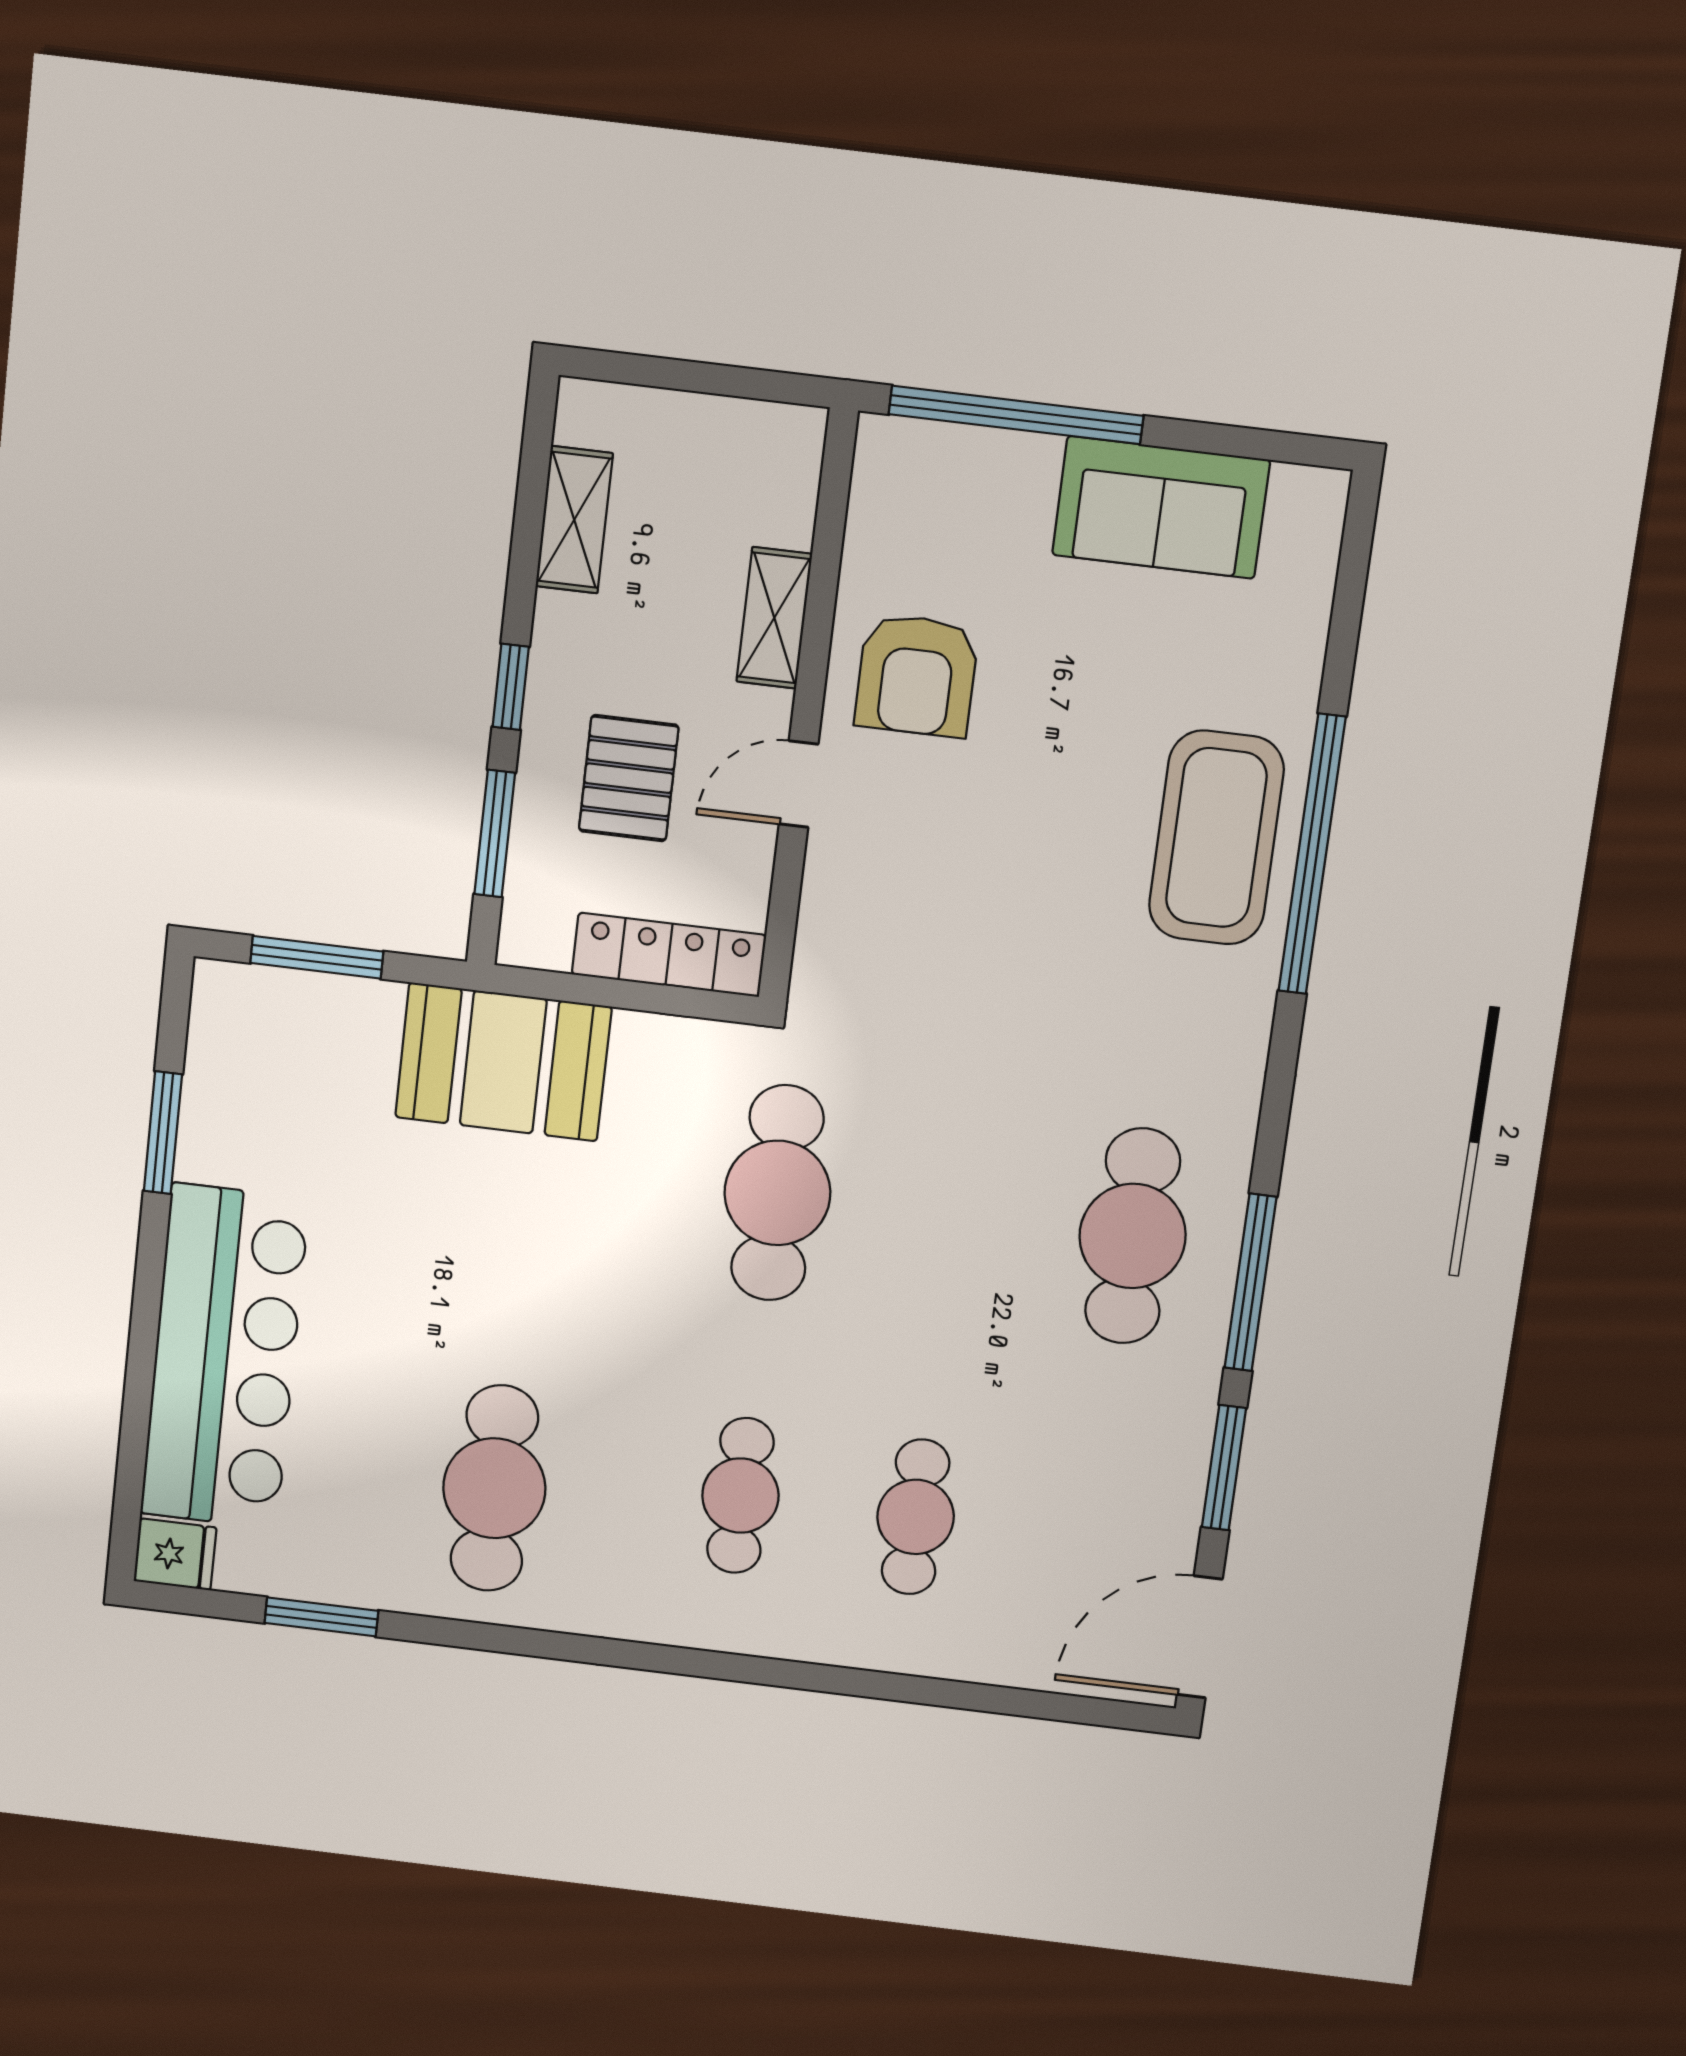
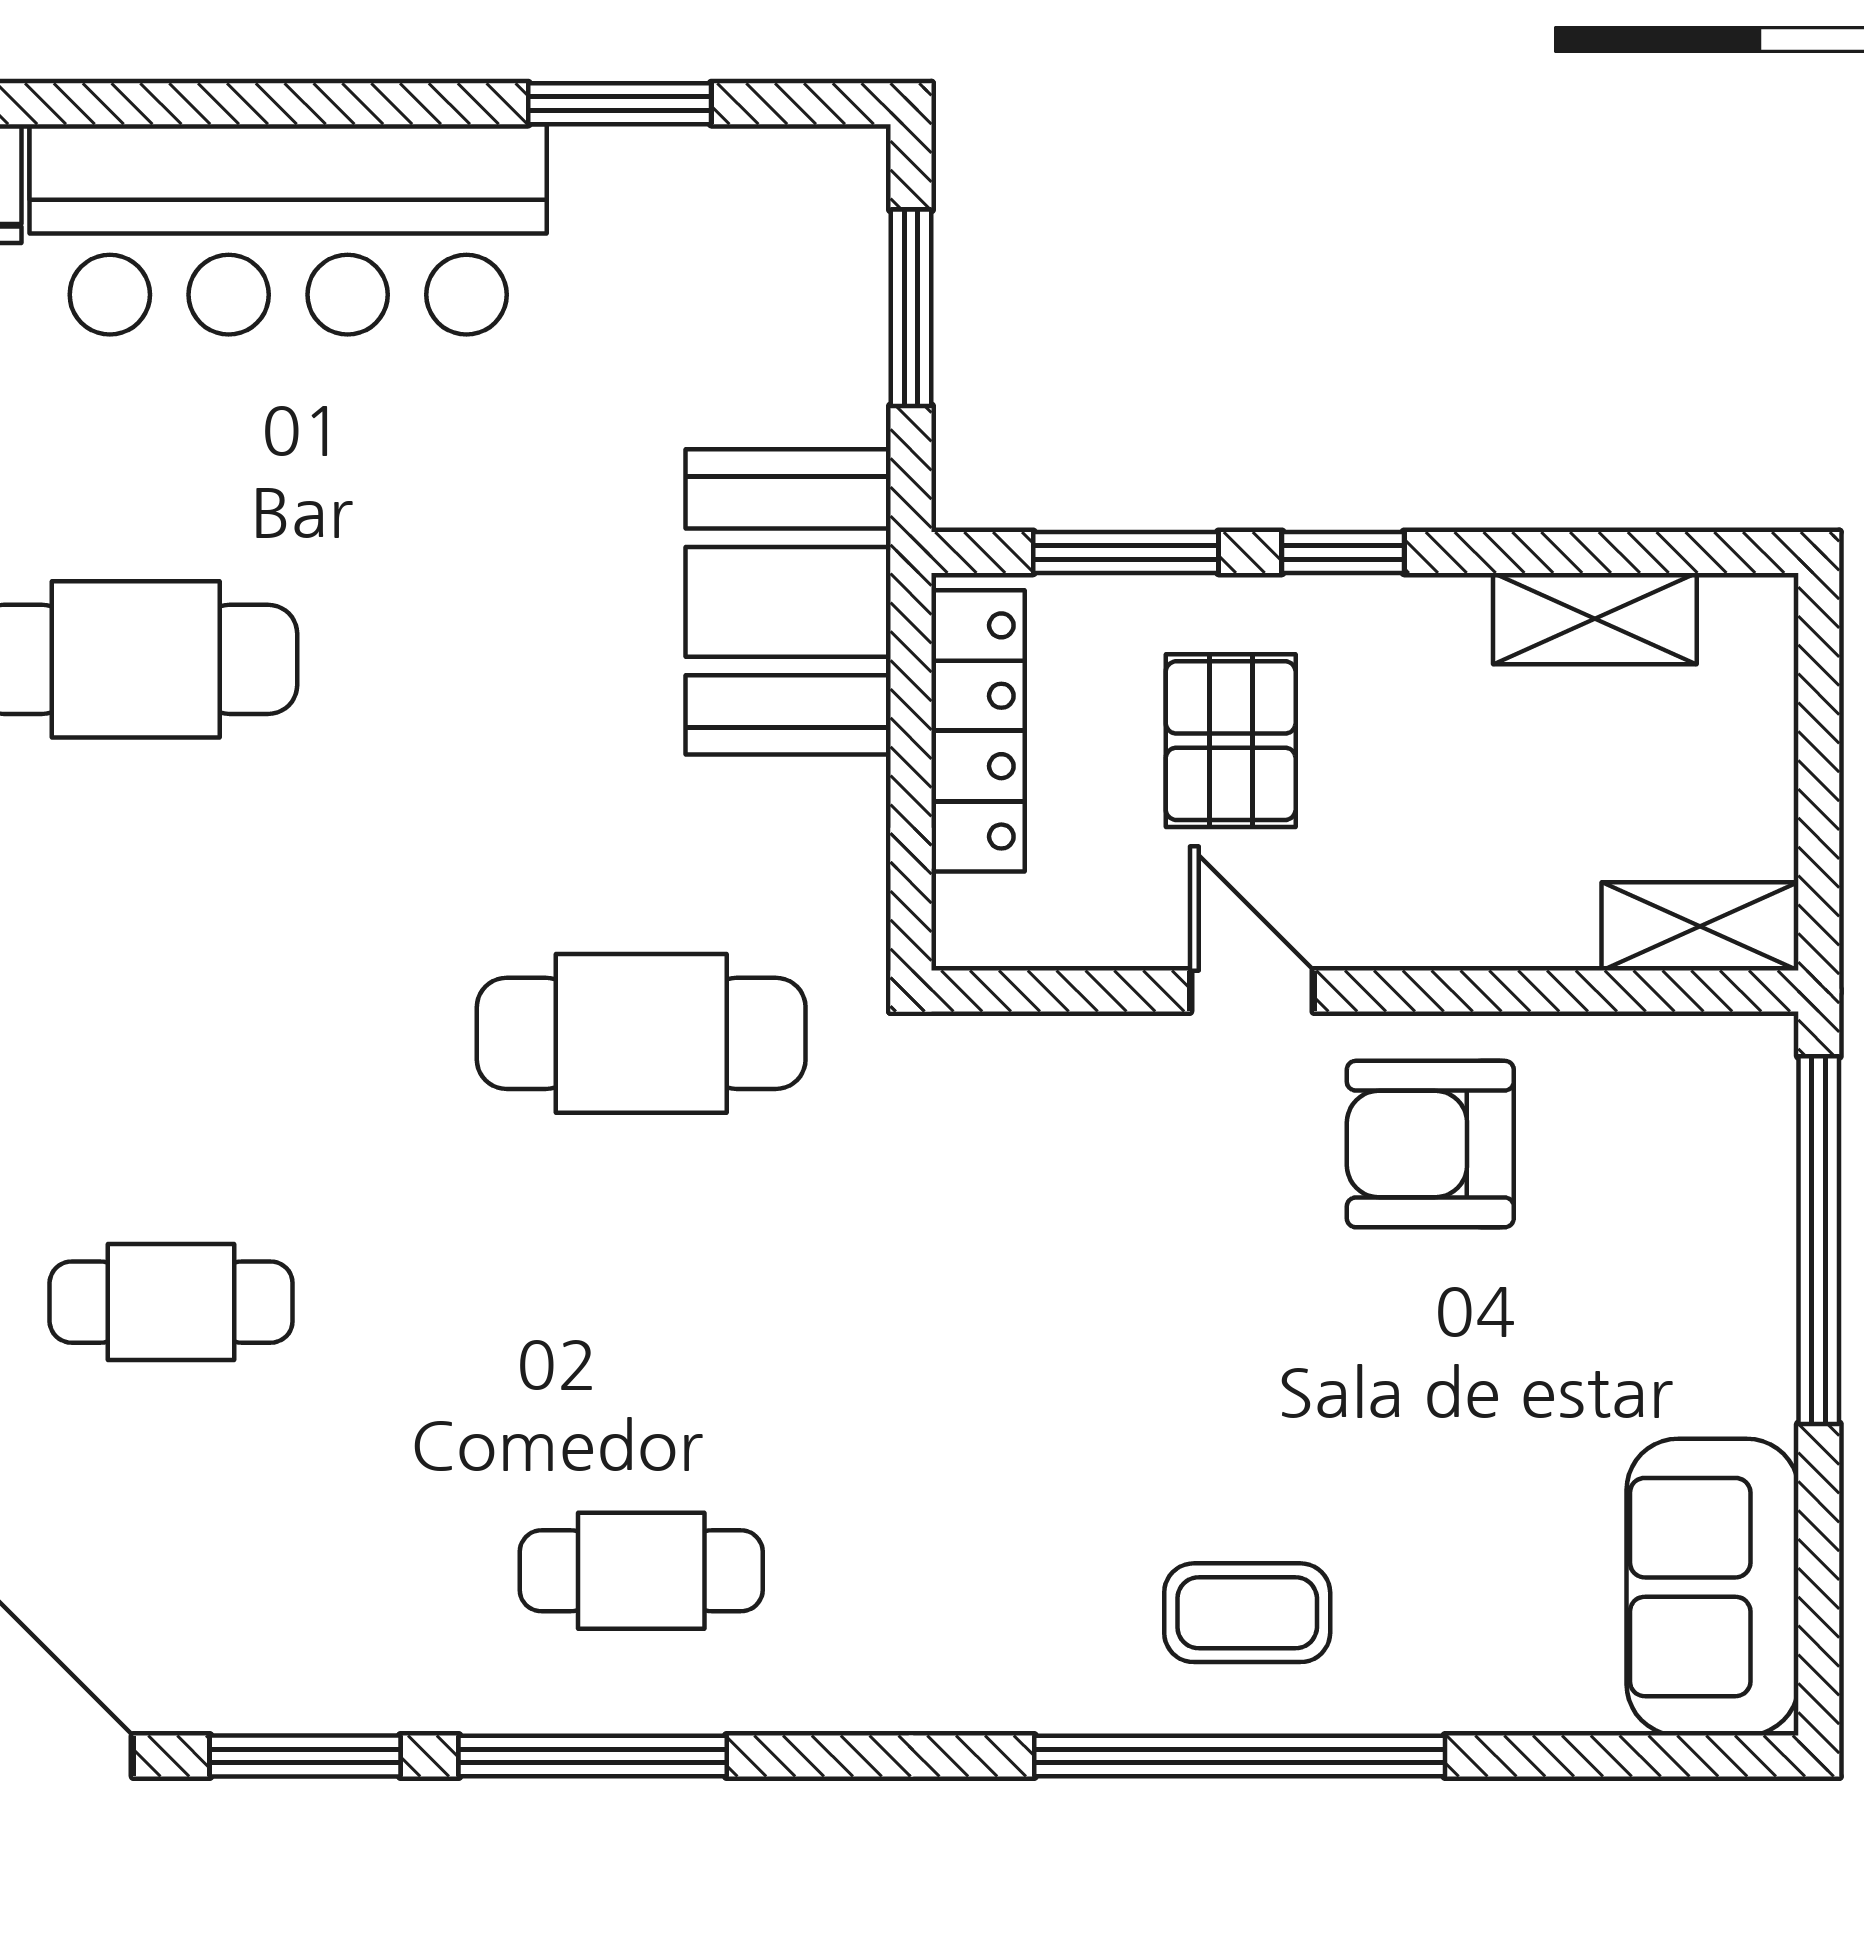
sofa: (1161, 507) -> (1713, 1587), moved
shelving: (774, 618) -> (1700, 926), moved
pallet: (629, 778) -> (1231, 741), turned 90
coffee table: (1216, 838) -> (1247, 1613), width x0.54, depth x0.58
locker: (669, 955) -> (978, 731), moved
cafe table: (1133, 1236) -> (641, 1571), width x0.73, depth x0.74
cafe table: (740, 1496) -> (171, 1033), removed

